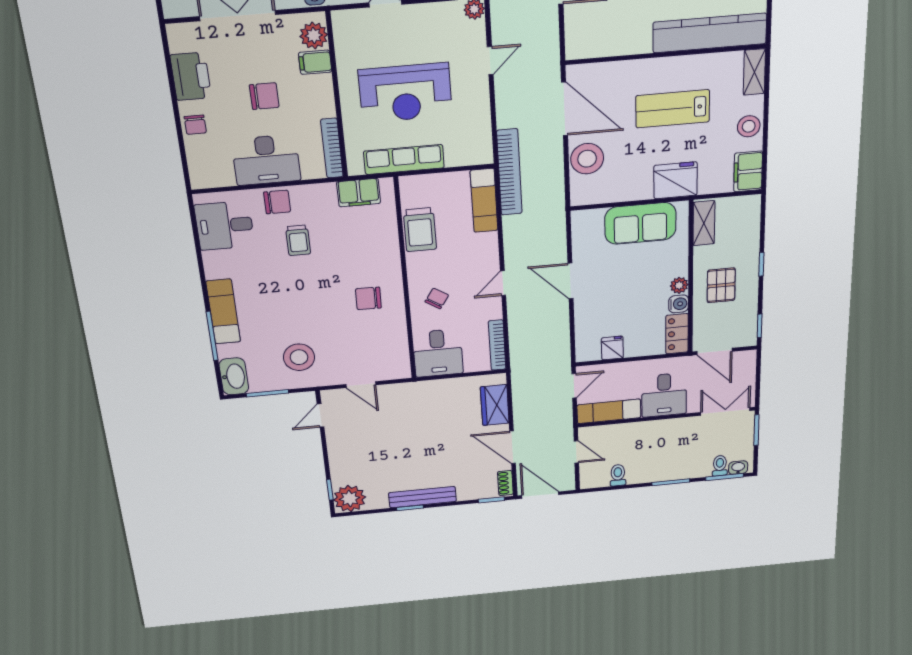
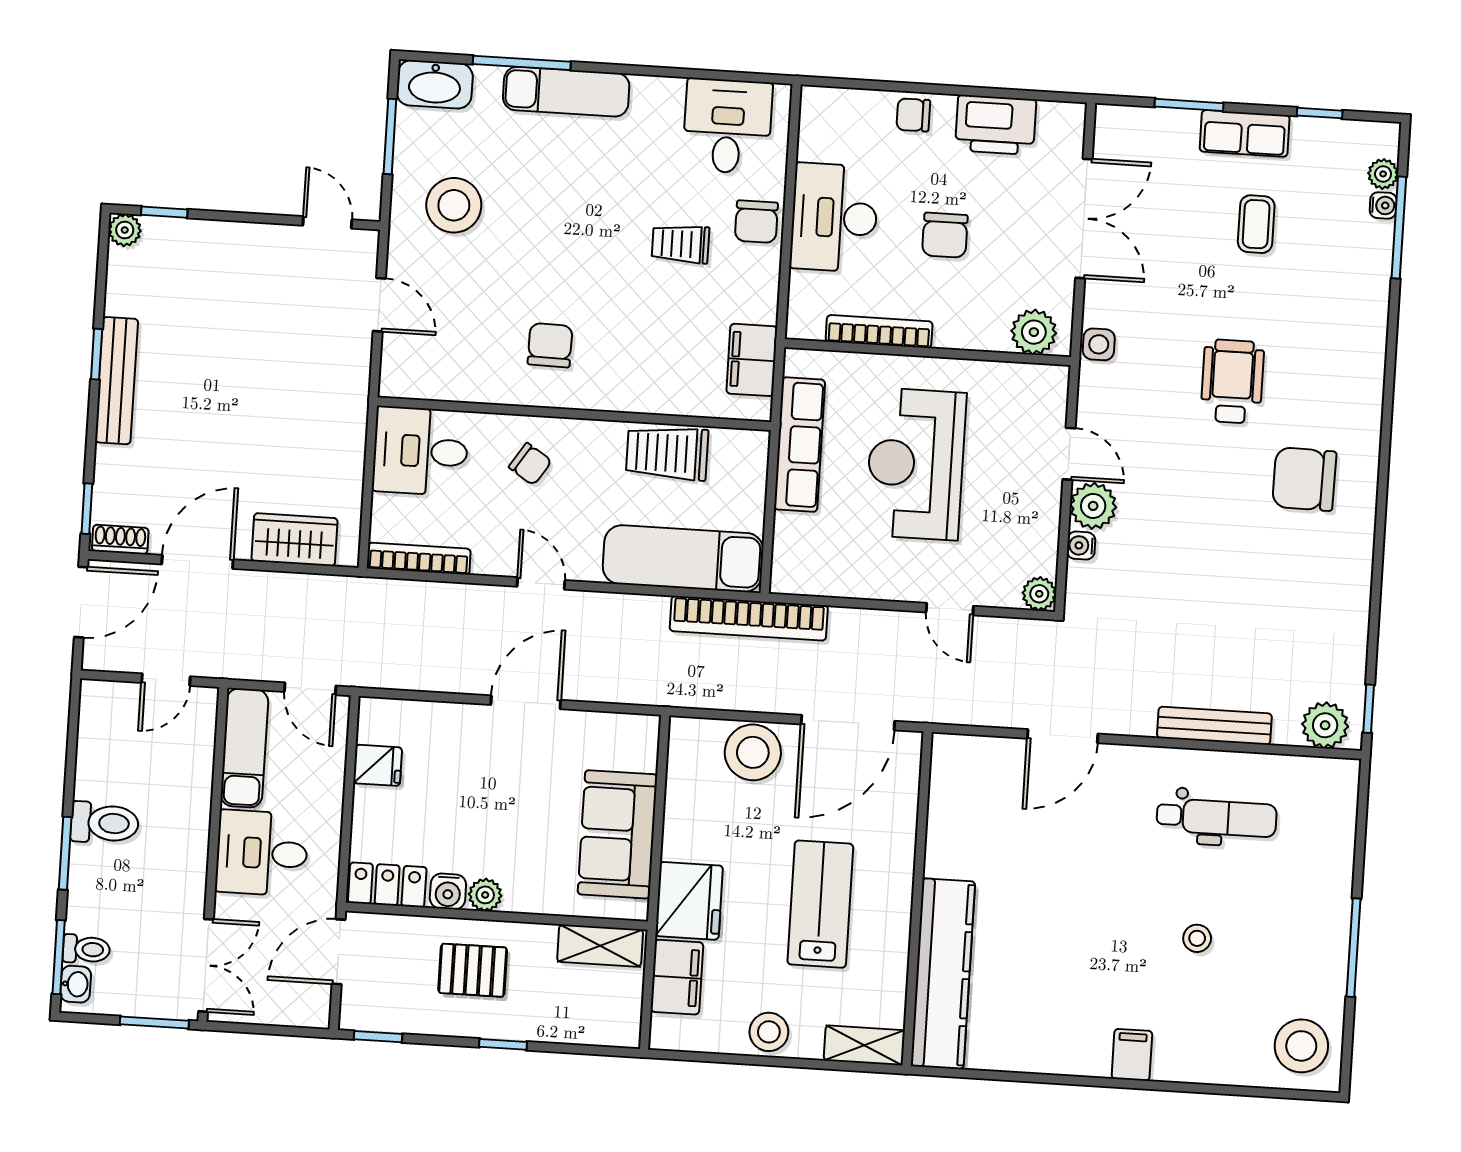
filing cabinet: (315, 62) -> (989, 327), removed
bookcase: (332, 148) -> (879, 331), moved
filing cabinet: (748, 171) -> (677, 977), moved, turned 90
exam couch: (484, 201) -> (683, 559), width x1.36, depth x1.45
door: (361, 385) -> (379, 305), swing flipped
toilet: (618, 475) -> (105, 823), moved, width x1.37, depth x1.39
plant: (350, 498) -> (125, 230), width x0.53, depth x0.53

